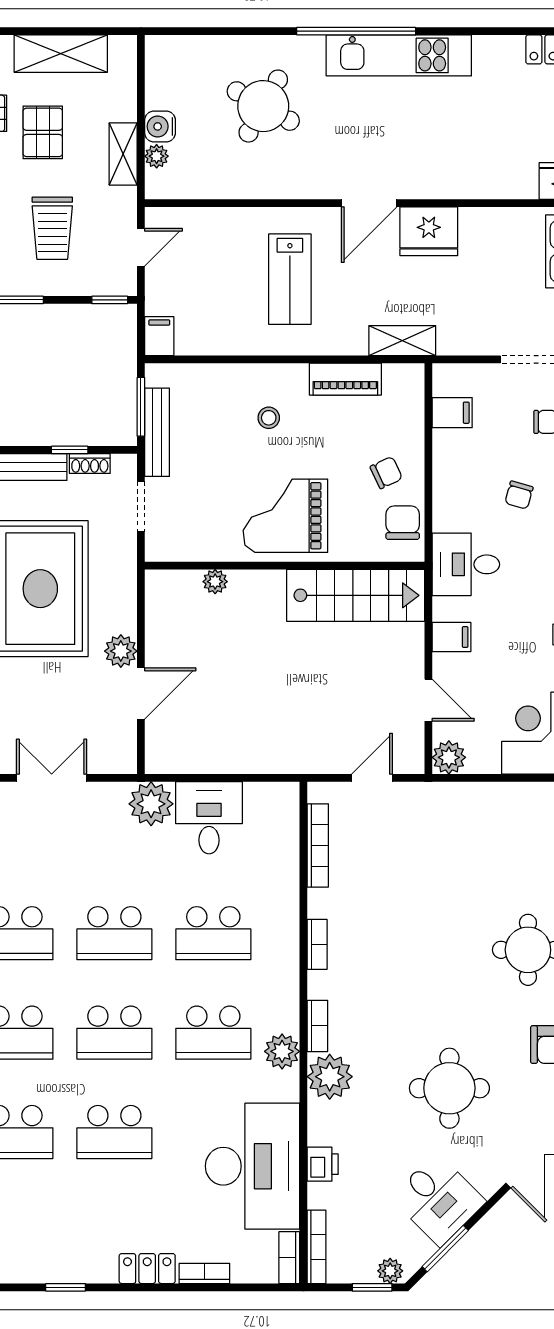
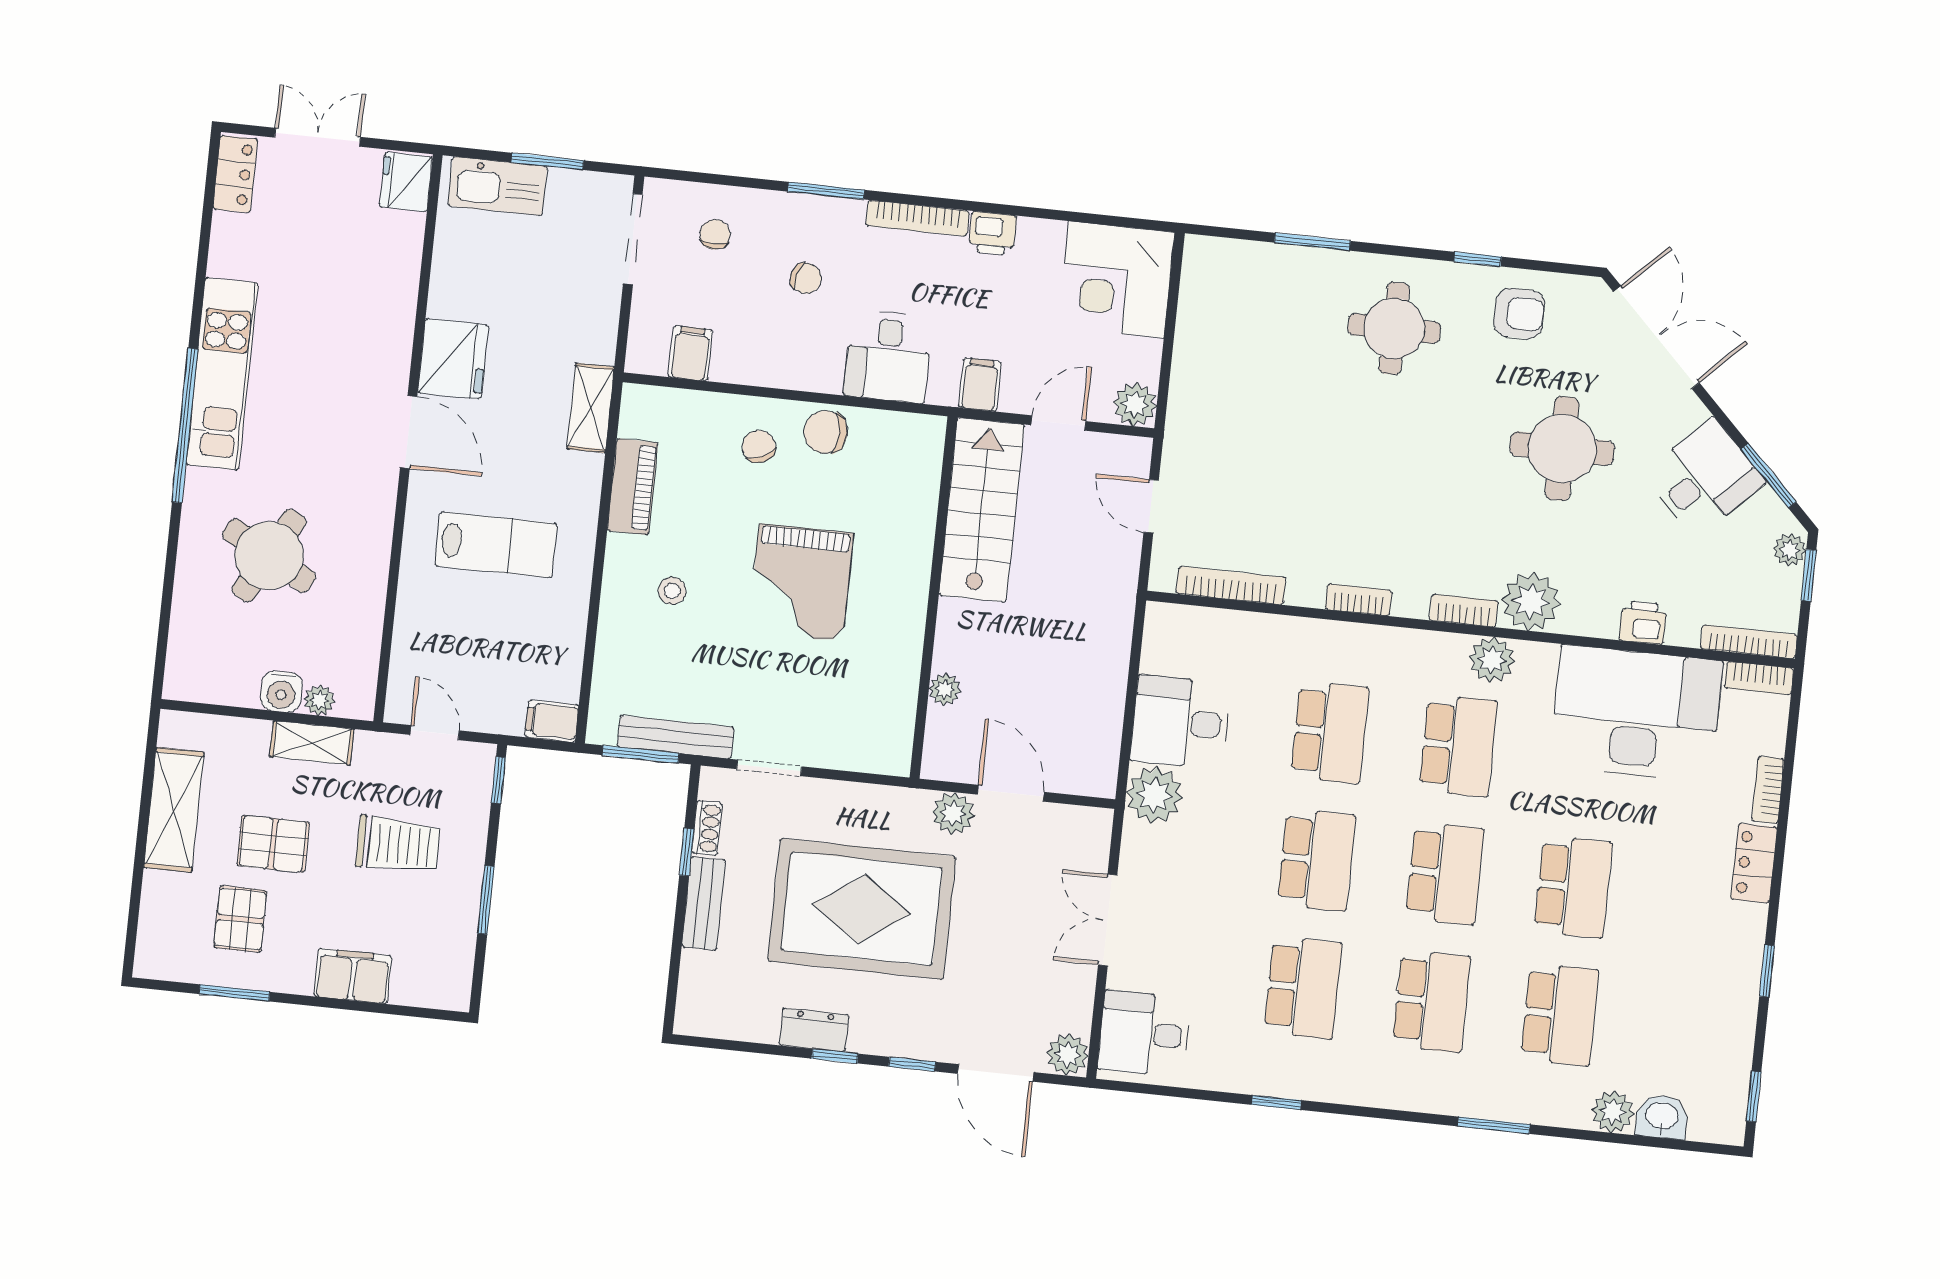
wall: (285, 566) -> (934, 598), moved
plant: (215, 582) -> (945, 689), moved
stairs: (356, 595) -> (982, 510), moved

